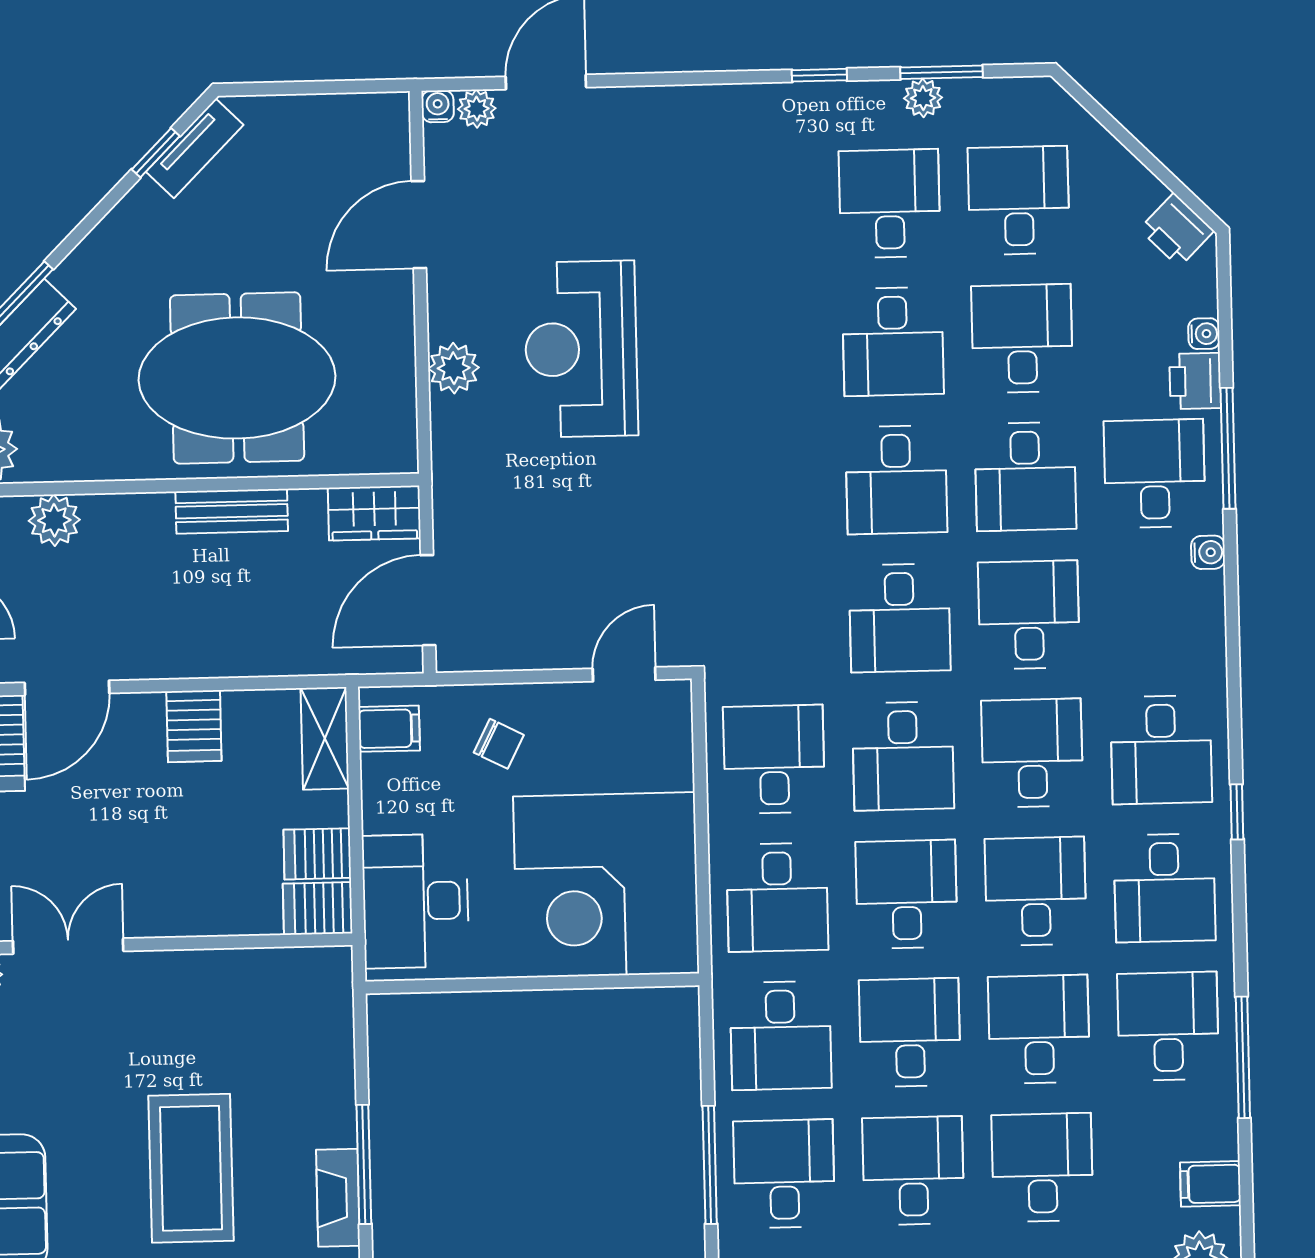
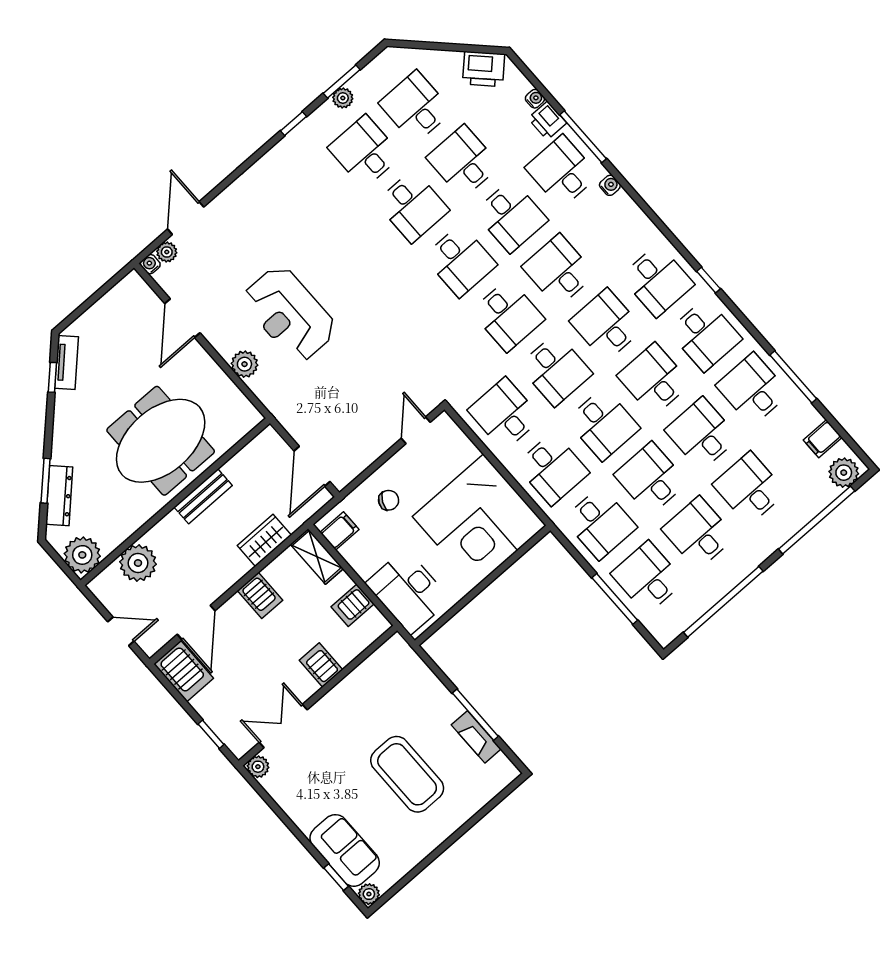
printer: (1177, 230) -> (484, 69), width x1.36, depth x1.24
wardrobe: (374, 513) -> (264, 540), moved, turned 180
plant: (54, 520) -> (138, 563), width x1.36, depth x1.36
desk: (906, 894) -> (603, 424), turned 180
server rack: (318, 908) -> (321, 665), moved, turned 90

